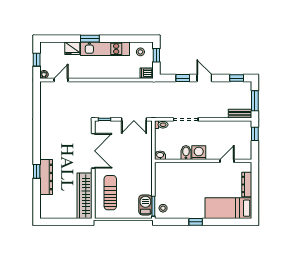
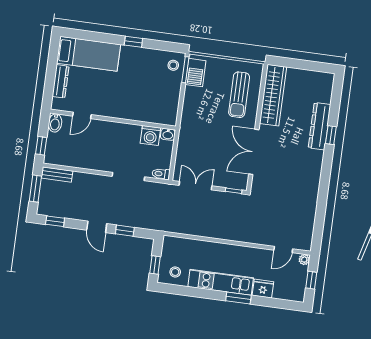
dishwasher: (147, 73) -> (171, 244), removed
bidet: (186, 152) -> (55, 123), moved
washing machine: (199, 153) -> (150, 136), moved

